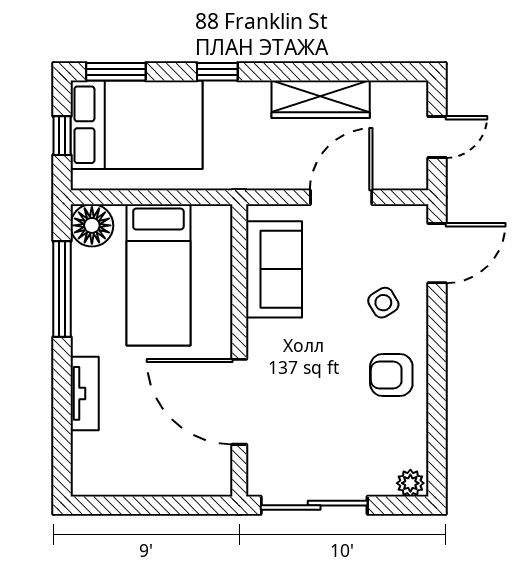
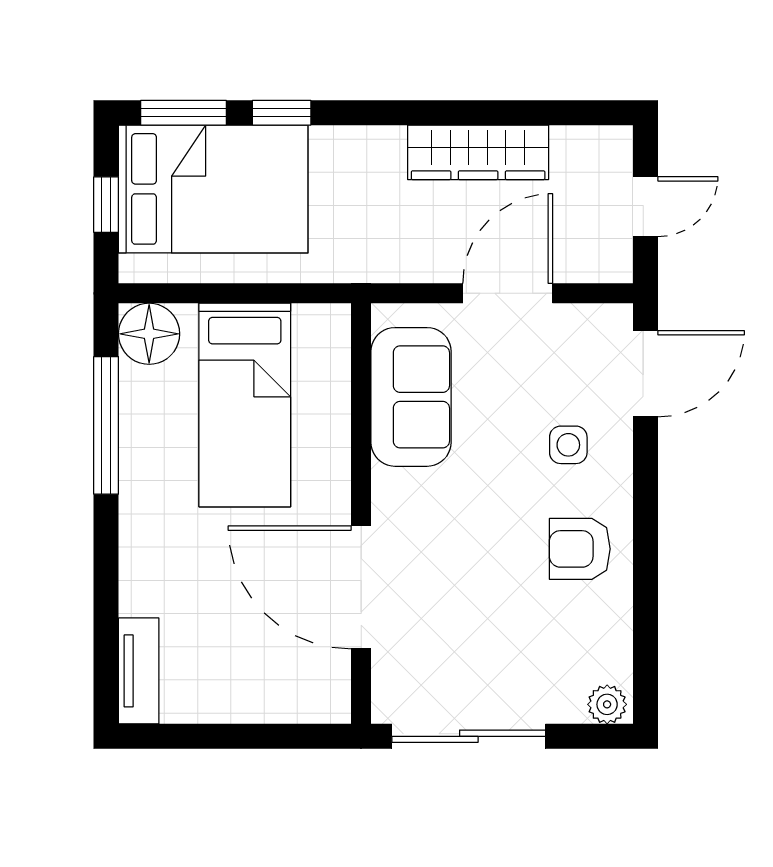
window: (217, 72) -> (282, 113), moved
side table: (383, 303) -> (568, 445), turned 31
tv unit: (85, 393) -> (139, 671), moved

